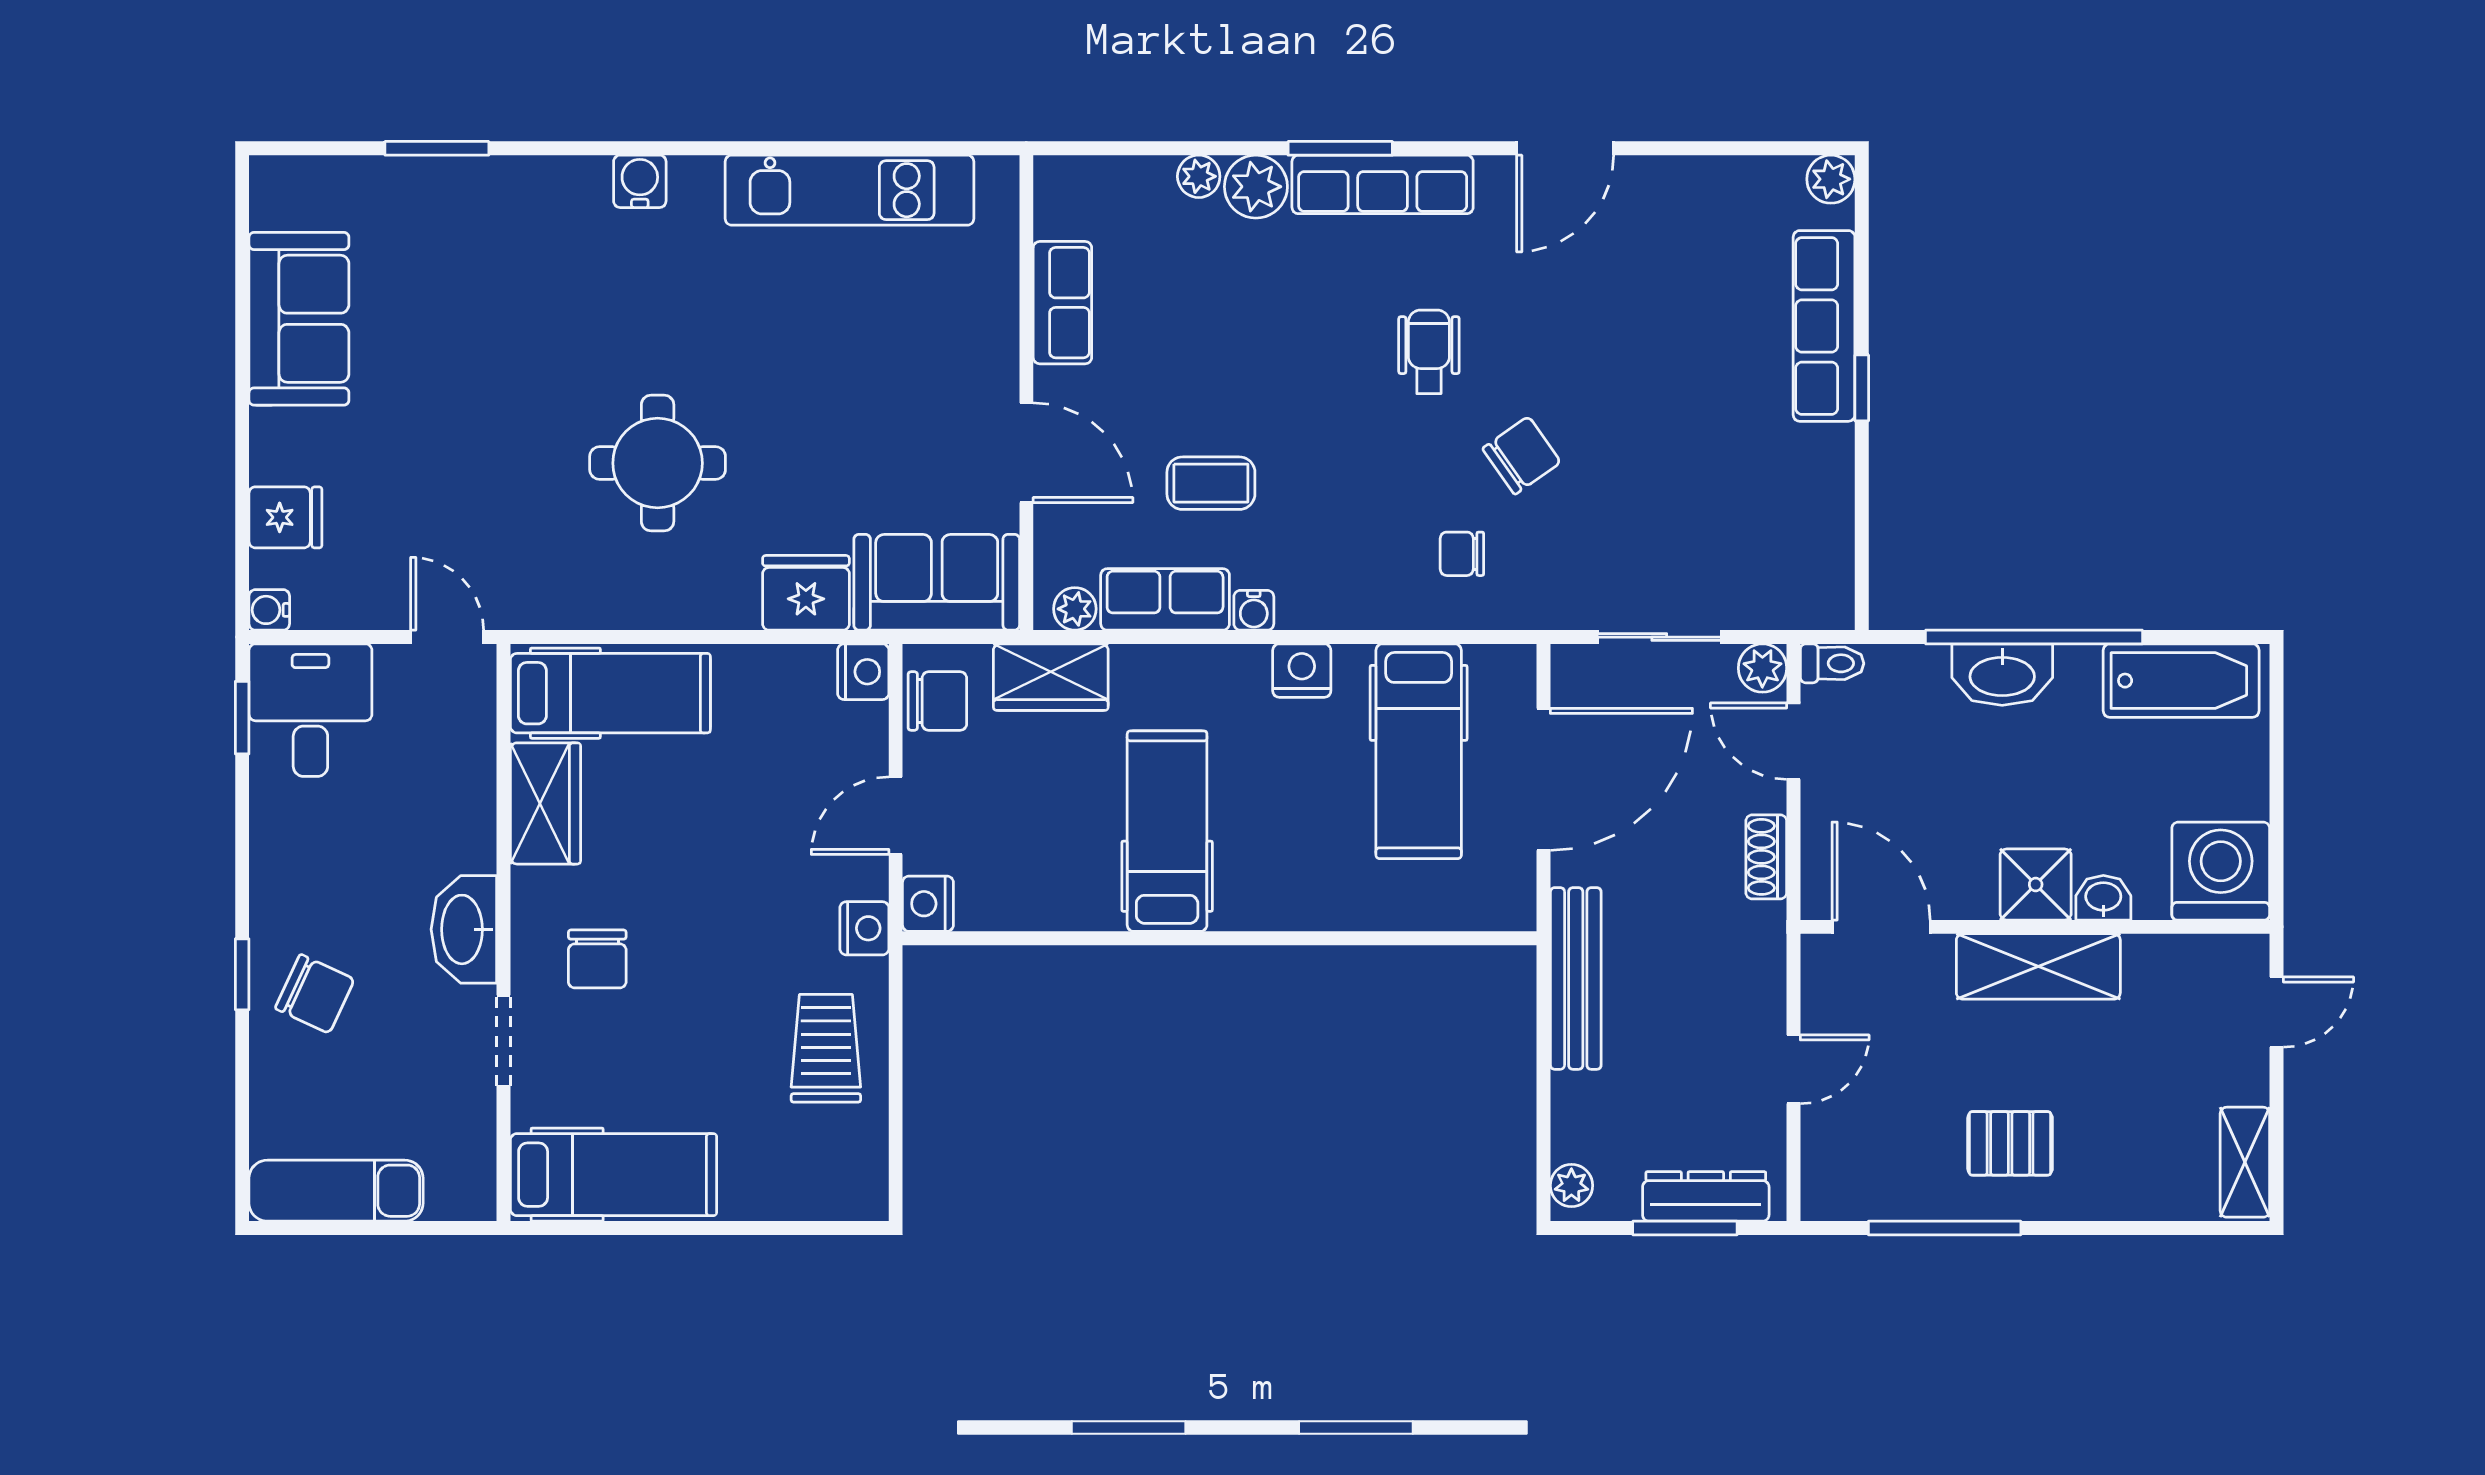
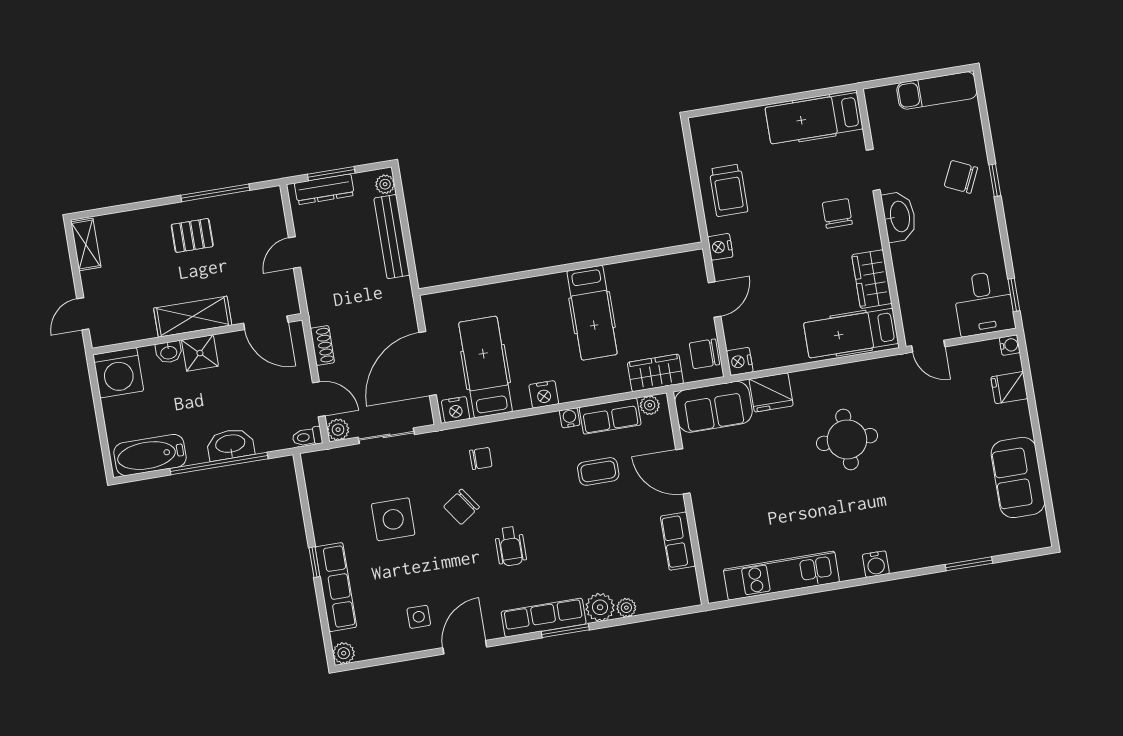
side table: (1654, 231) -> (419, 617), added
side table: (1675, 453) -> (393, 519), added
nightstand: (928, 904) -> (456, 410), moved, turned 90
bench: (1576, 978) -> (392, 237), moved

